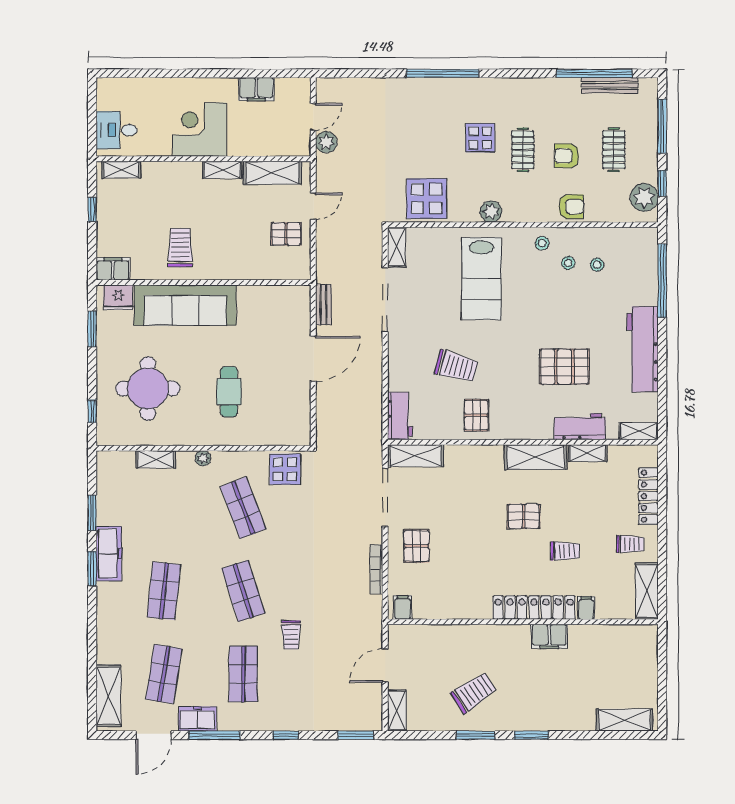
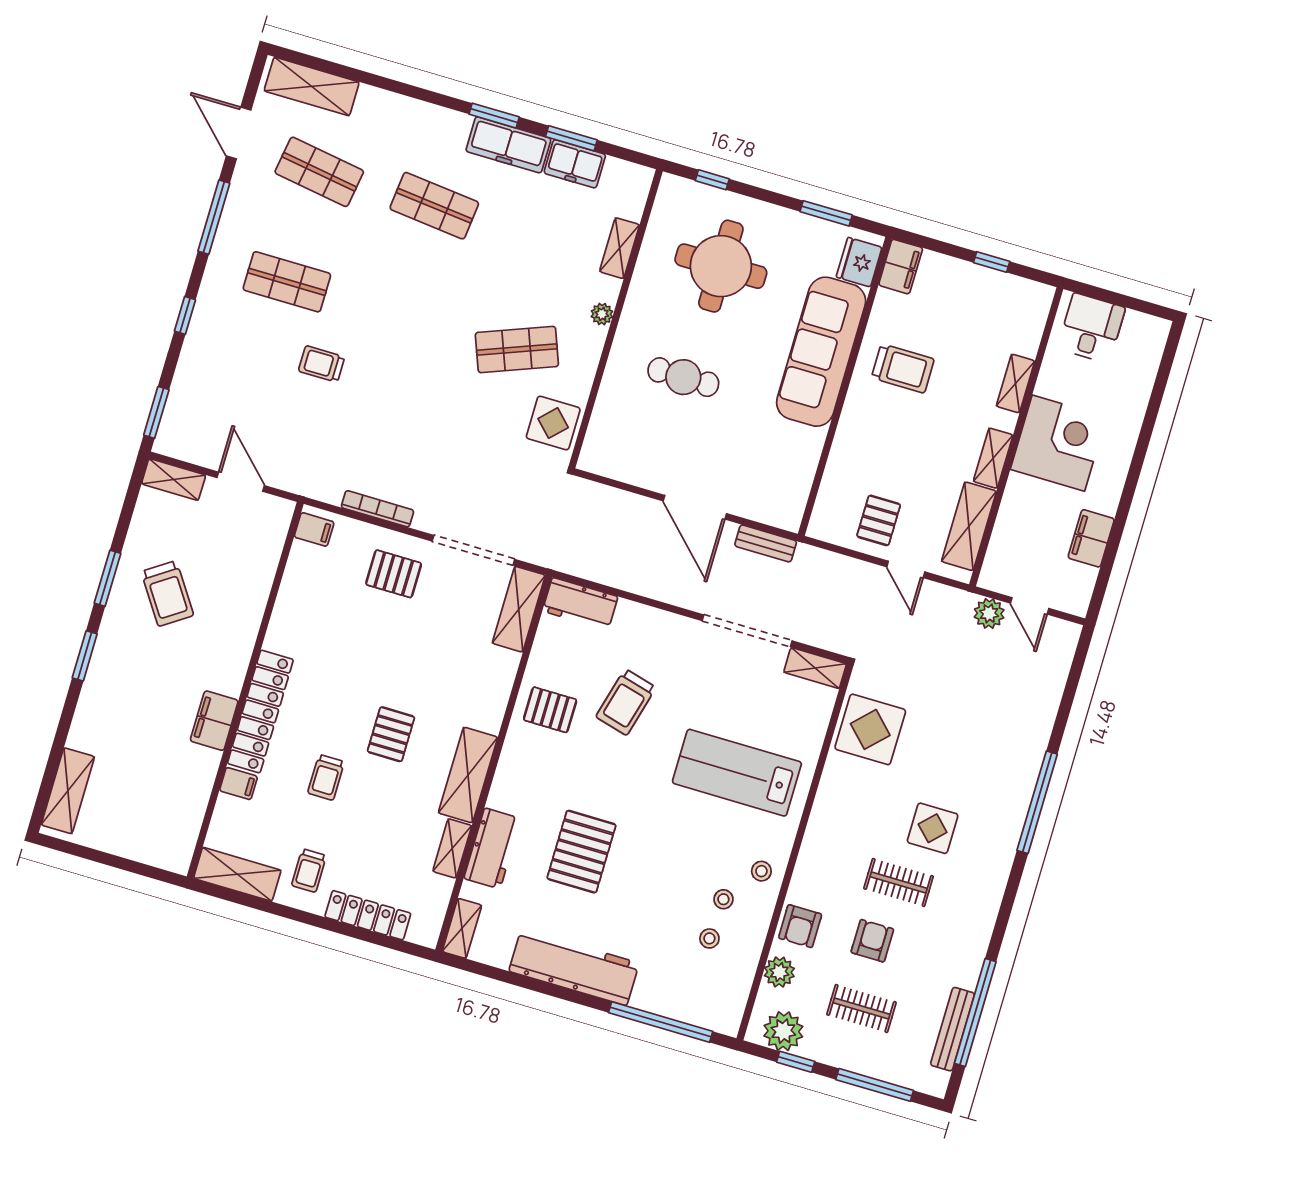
shelving: (121, 170) -> (1015, 384), moved
plant: (491, 212) -> (779, 972), moved
shop shelf: (243, 591) -> (402, 316), removed
freezer: (197, 719) -> (575, 164), moved, turned 90

